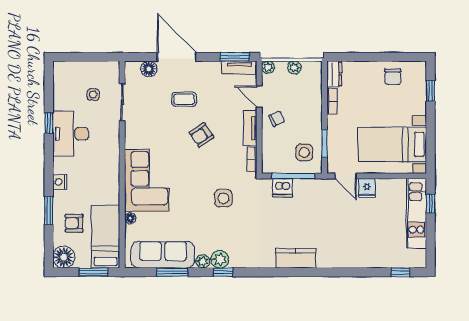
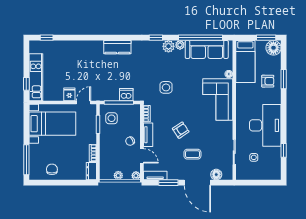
window: (235, 57) -> (168, 183), moved
window: (431, 91) -> (26, 160), width x2.17
window: (49, 123) -> (284, 150), moved
desk: (71, 134) -> (265, 125), width x1.36, depth x1.30
door: (346, 176) -> (83, 102), hinge flipped
nightstand: (60, 182) -> (276, 98), removed
armchair: (74, 223) -> (268, 81), moved
window: (93, 272) -> (266, 38), moved
window: (172, 272) -> (200, 38), width x2.11
window: (223, 272) -> (156, 38), moved

